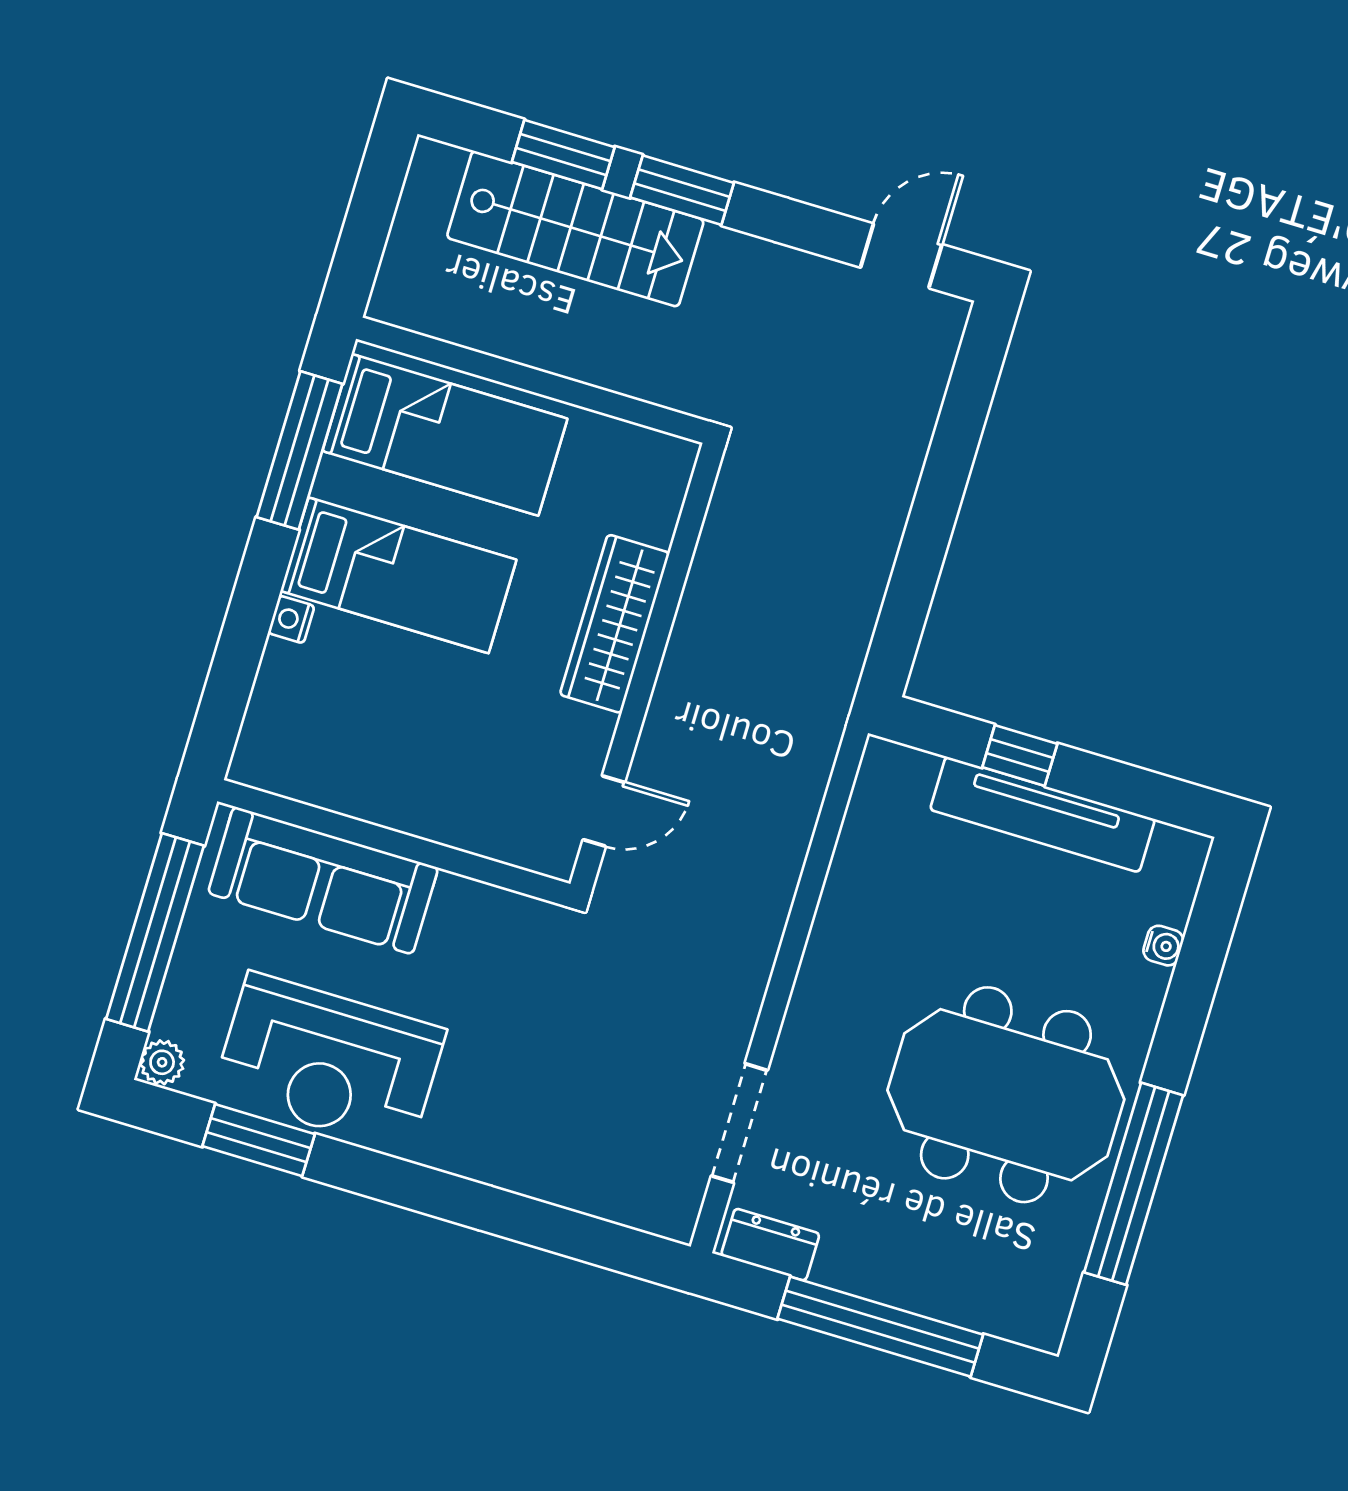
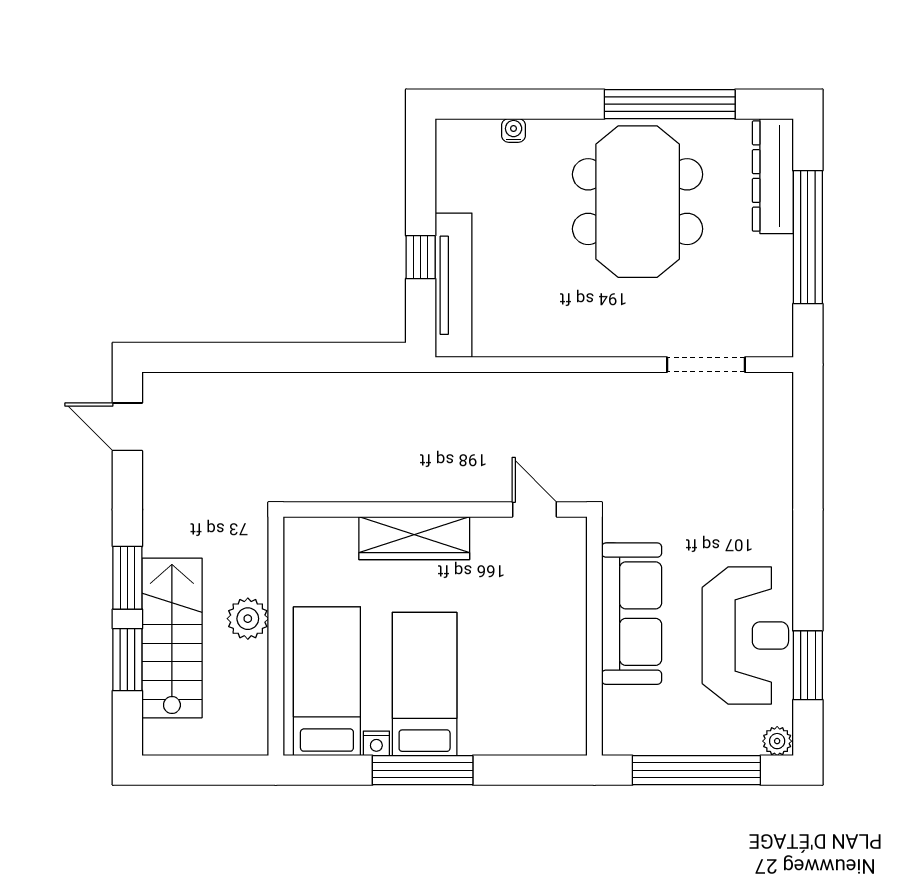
plant: (570, 347) -> (248, 619), added
window: (300, 450) -> (423, 770), moved
nightstand: (291, 619) -> (376, 743), moved
tv unit: (1043, 814) -> (454, 285), moved
sofa: (323, 880) -> (632, 614), moved
dresser: (770, 1245) -> (773, 176), moved, width x1.96, depth x1.24

